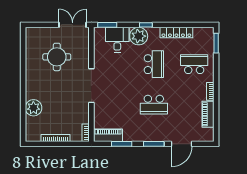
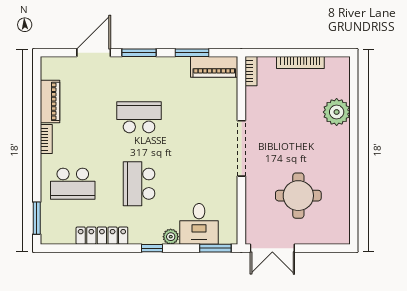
plant: (139, 36) -> (171, 237), width x0.53, depth x0.53

